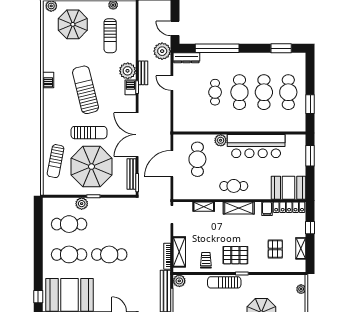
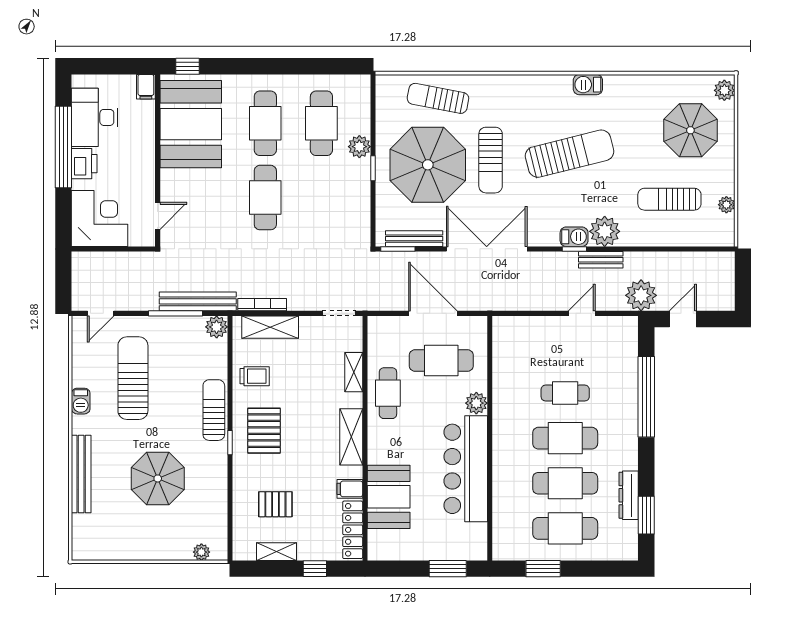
dresser: (186, 58) -> (629, 495), moved
cafe table: (234, 186) -> (388, 393), moved
booth: (289, 188) -> (389, 497), moved

